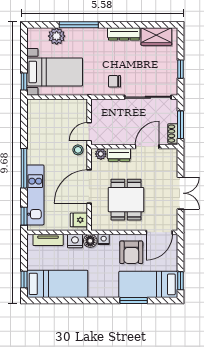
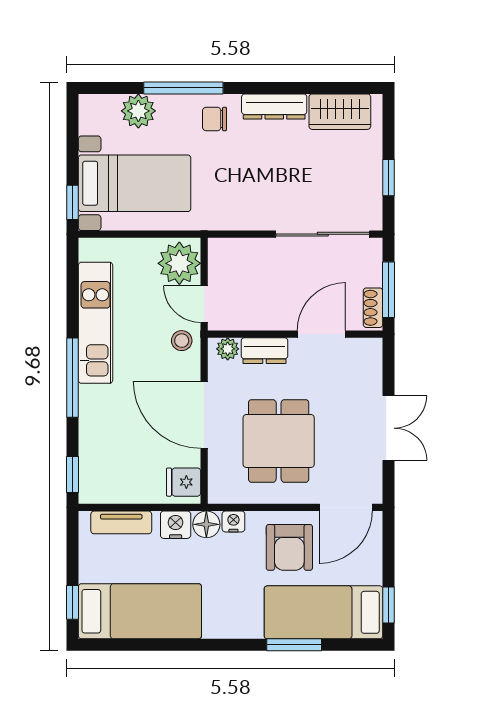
chair: (115, 81) -> (215, 119), moved
plant: (77, 112) -> (179, 263), added
door: (89, 132) -> (204, 304), hinge flipped
door: (89, 187) -> (204, 415), hinge flipped
kitchen unit: (35, 195) -> (96, 323), moved

